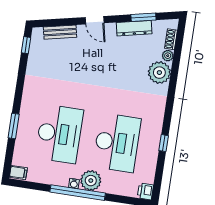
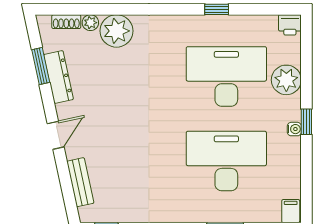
plant: (91, 181) -> (286, 80), moved
window: (78, 193) -> (306, 122), width x0.32

